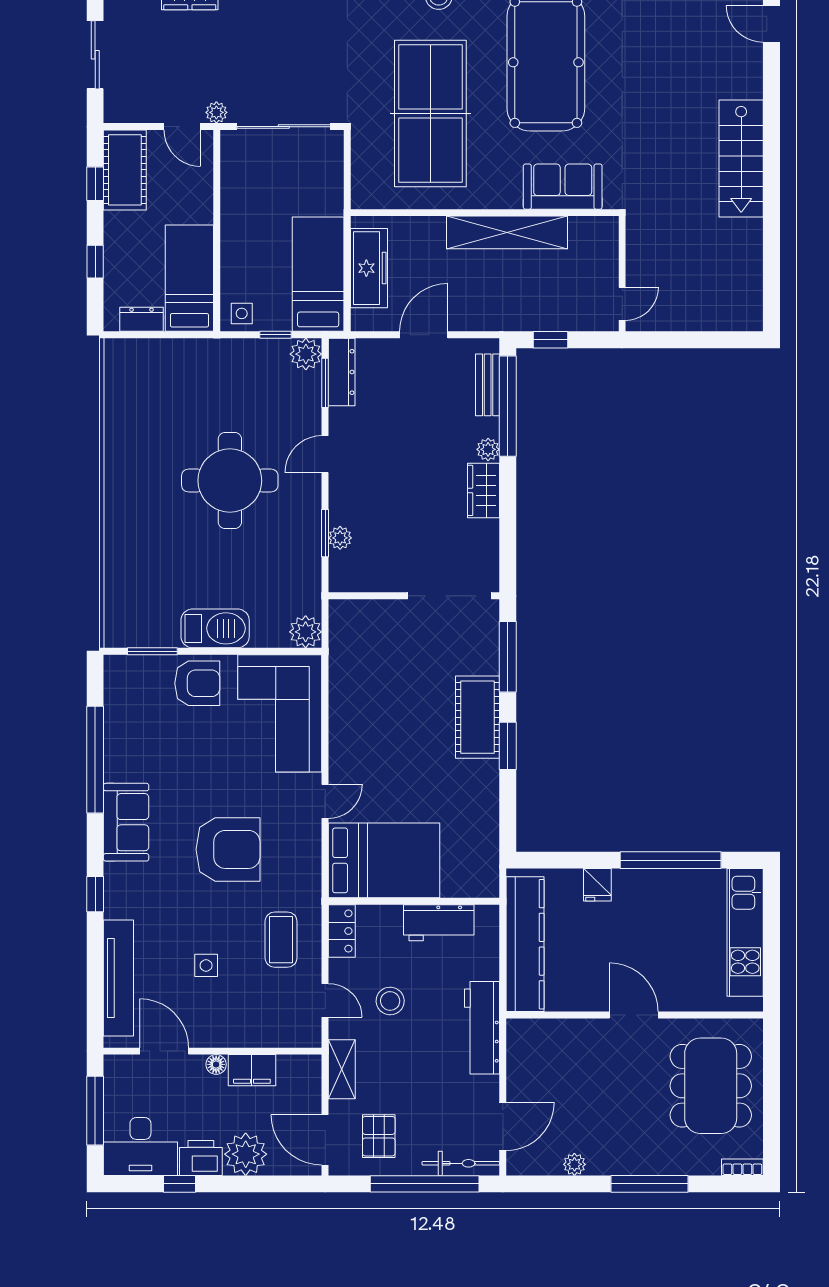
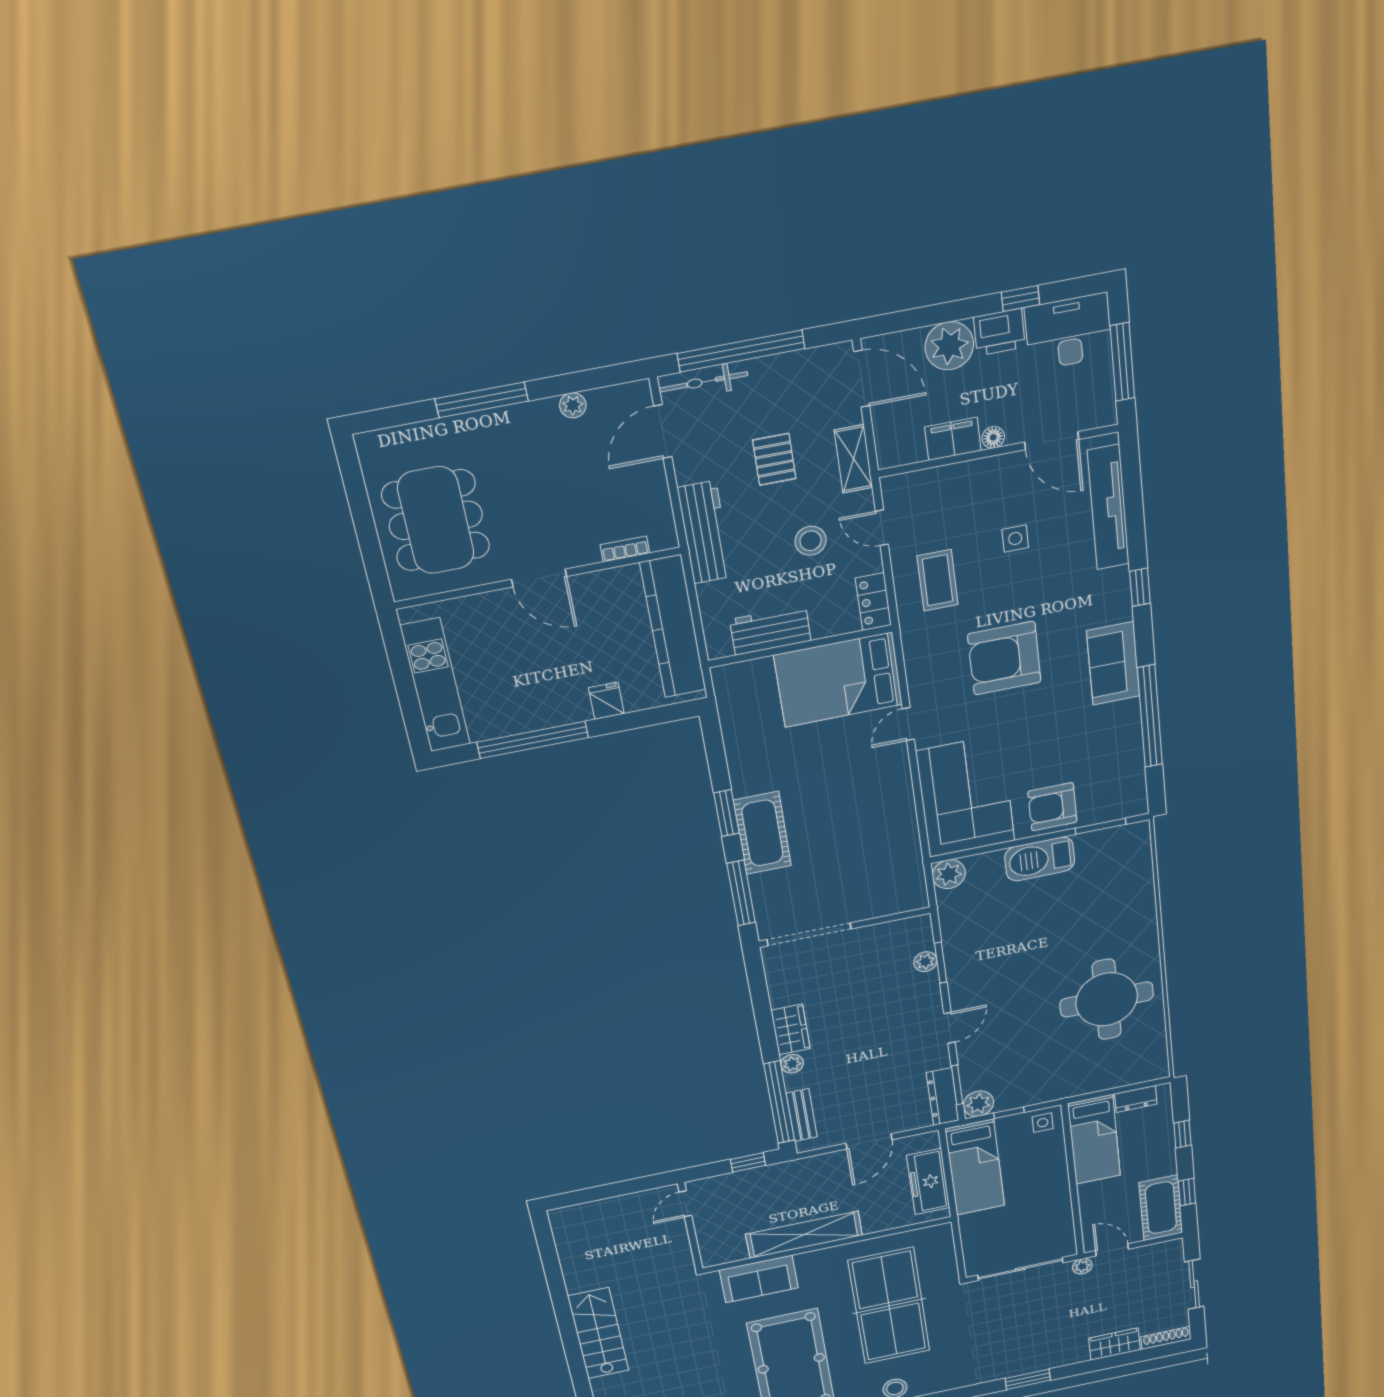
round table: (230, 481) -> (1107, 999), moved
pallet: (379, 1136) -> (774, 459), moved
bookcase: (742, 1167) -> (625, 549), moved, turned 180

